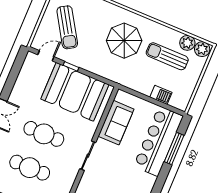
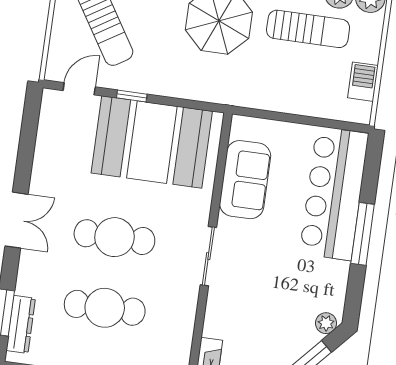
sun lounger: (167, 56) -> (308, 29), turned 180
barbecue: (161, 95) -> (363, 82), moved, turned -90
window: (174, 149) -> (363, 234), moved

